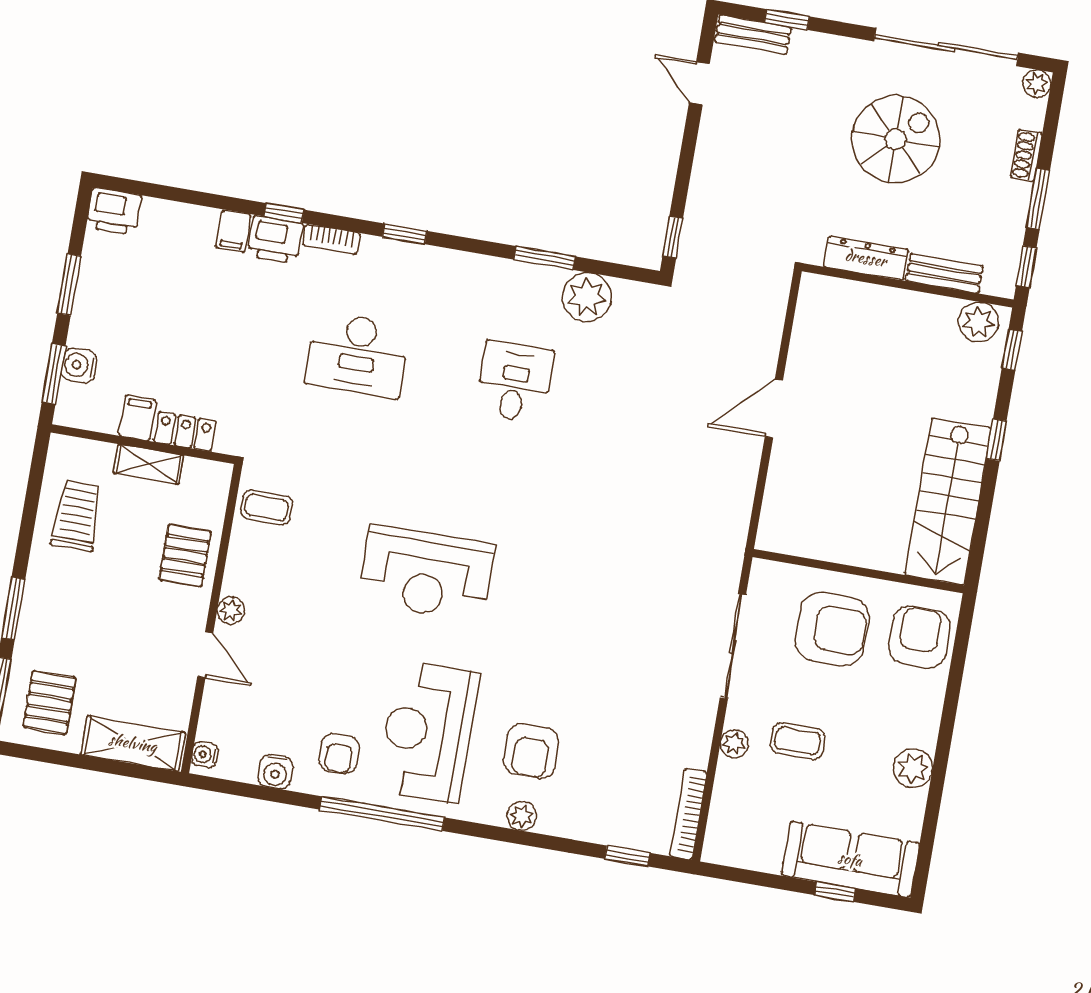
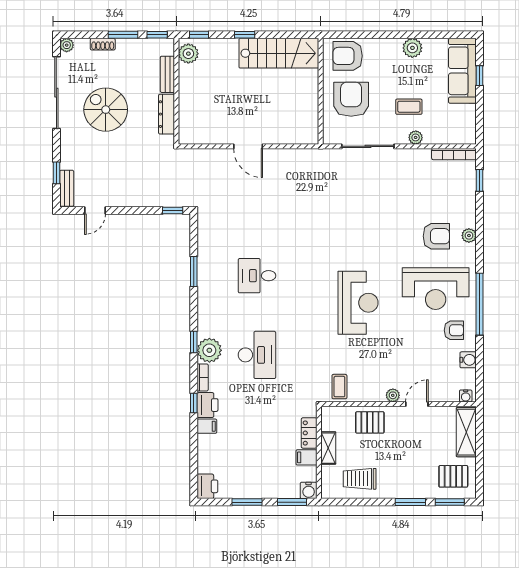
plant: (587, 297) -> (209, 350), moved
water cooler: (79, 365) -> (309, 490), moved
coffee table: (798, 741) -> (409, 107), turned 90

